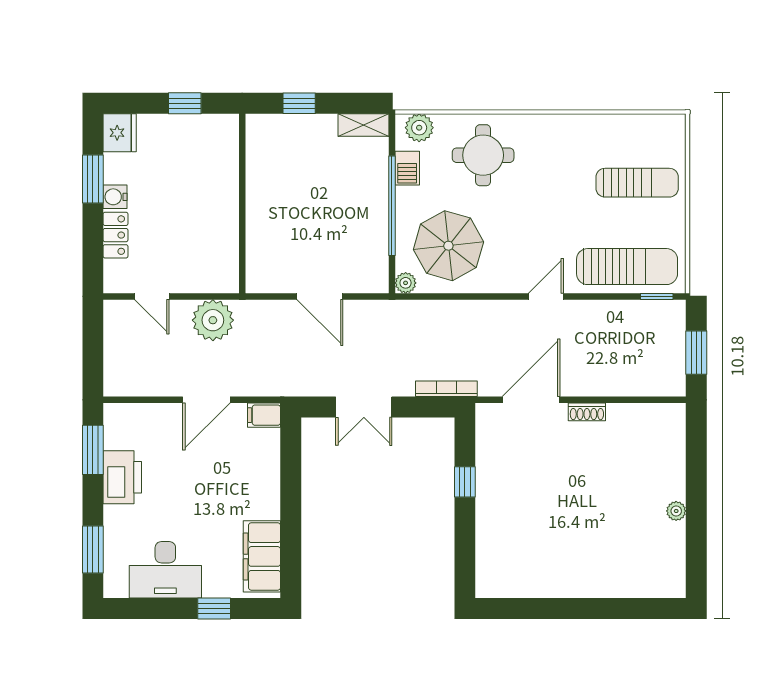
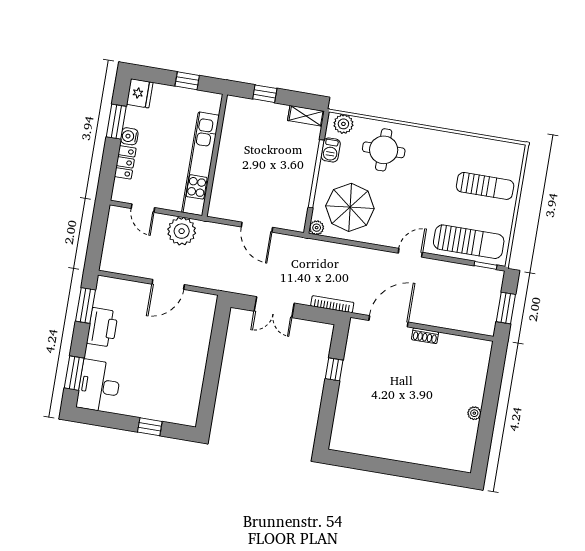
kitchen unit: (224, 219) -> (200, 164), added
filing cabinet: (264, 415) -> (206, 301), removed
filing cabinet: (262, 556) -> (188, 397), removed
desk: (165, 570) -> (99, 386), moved, turned 90

